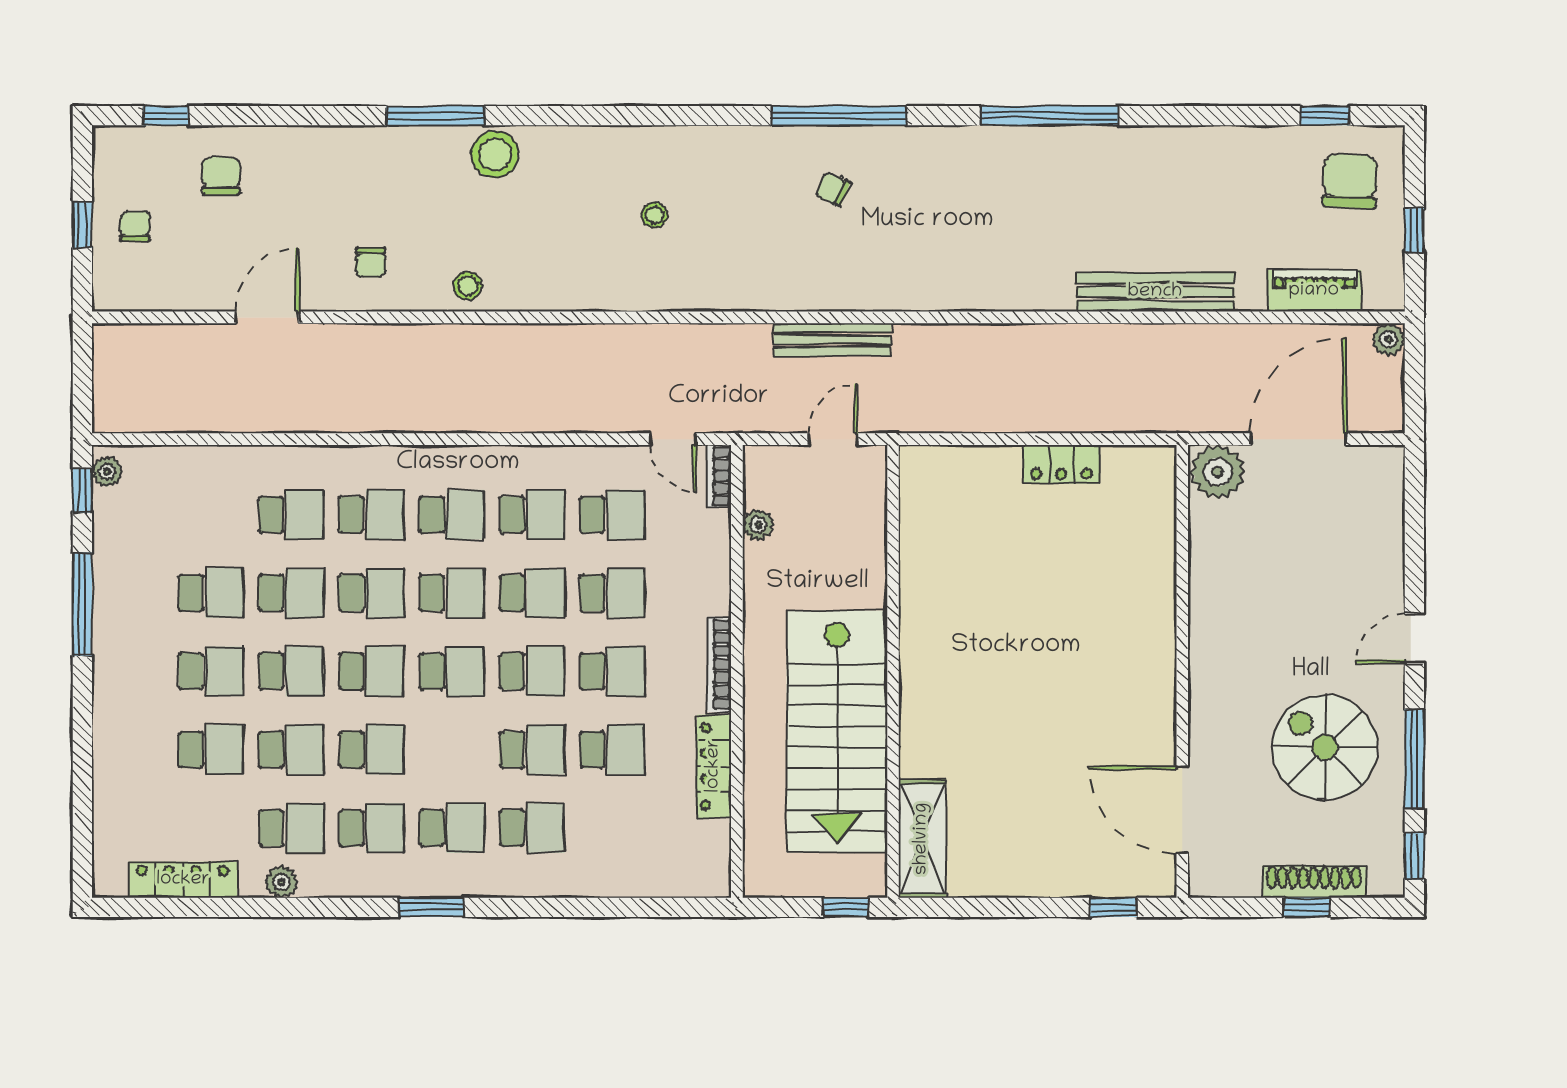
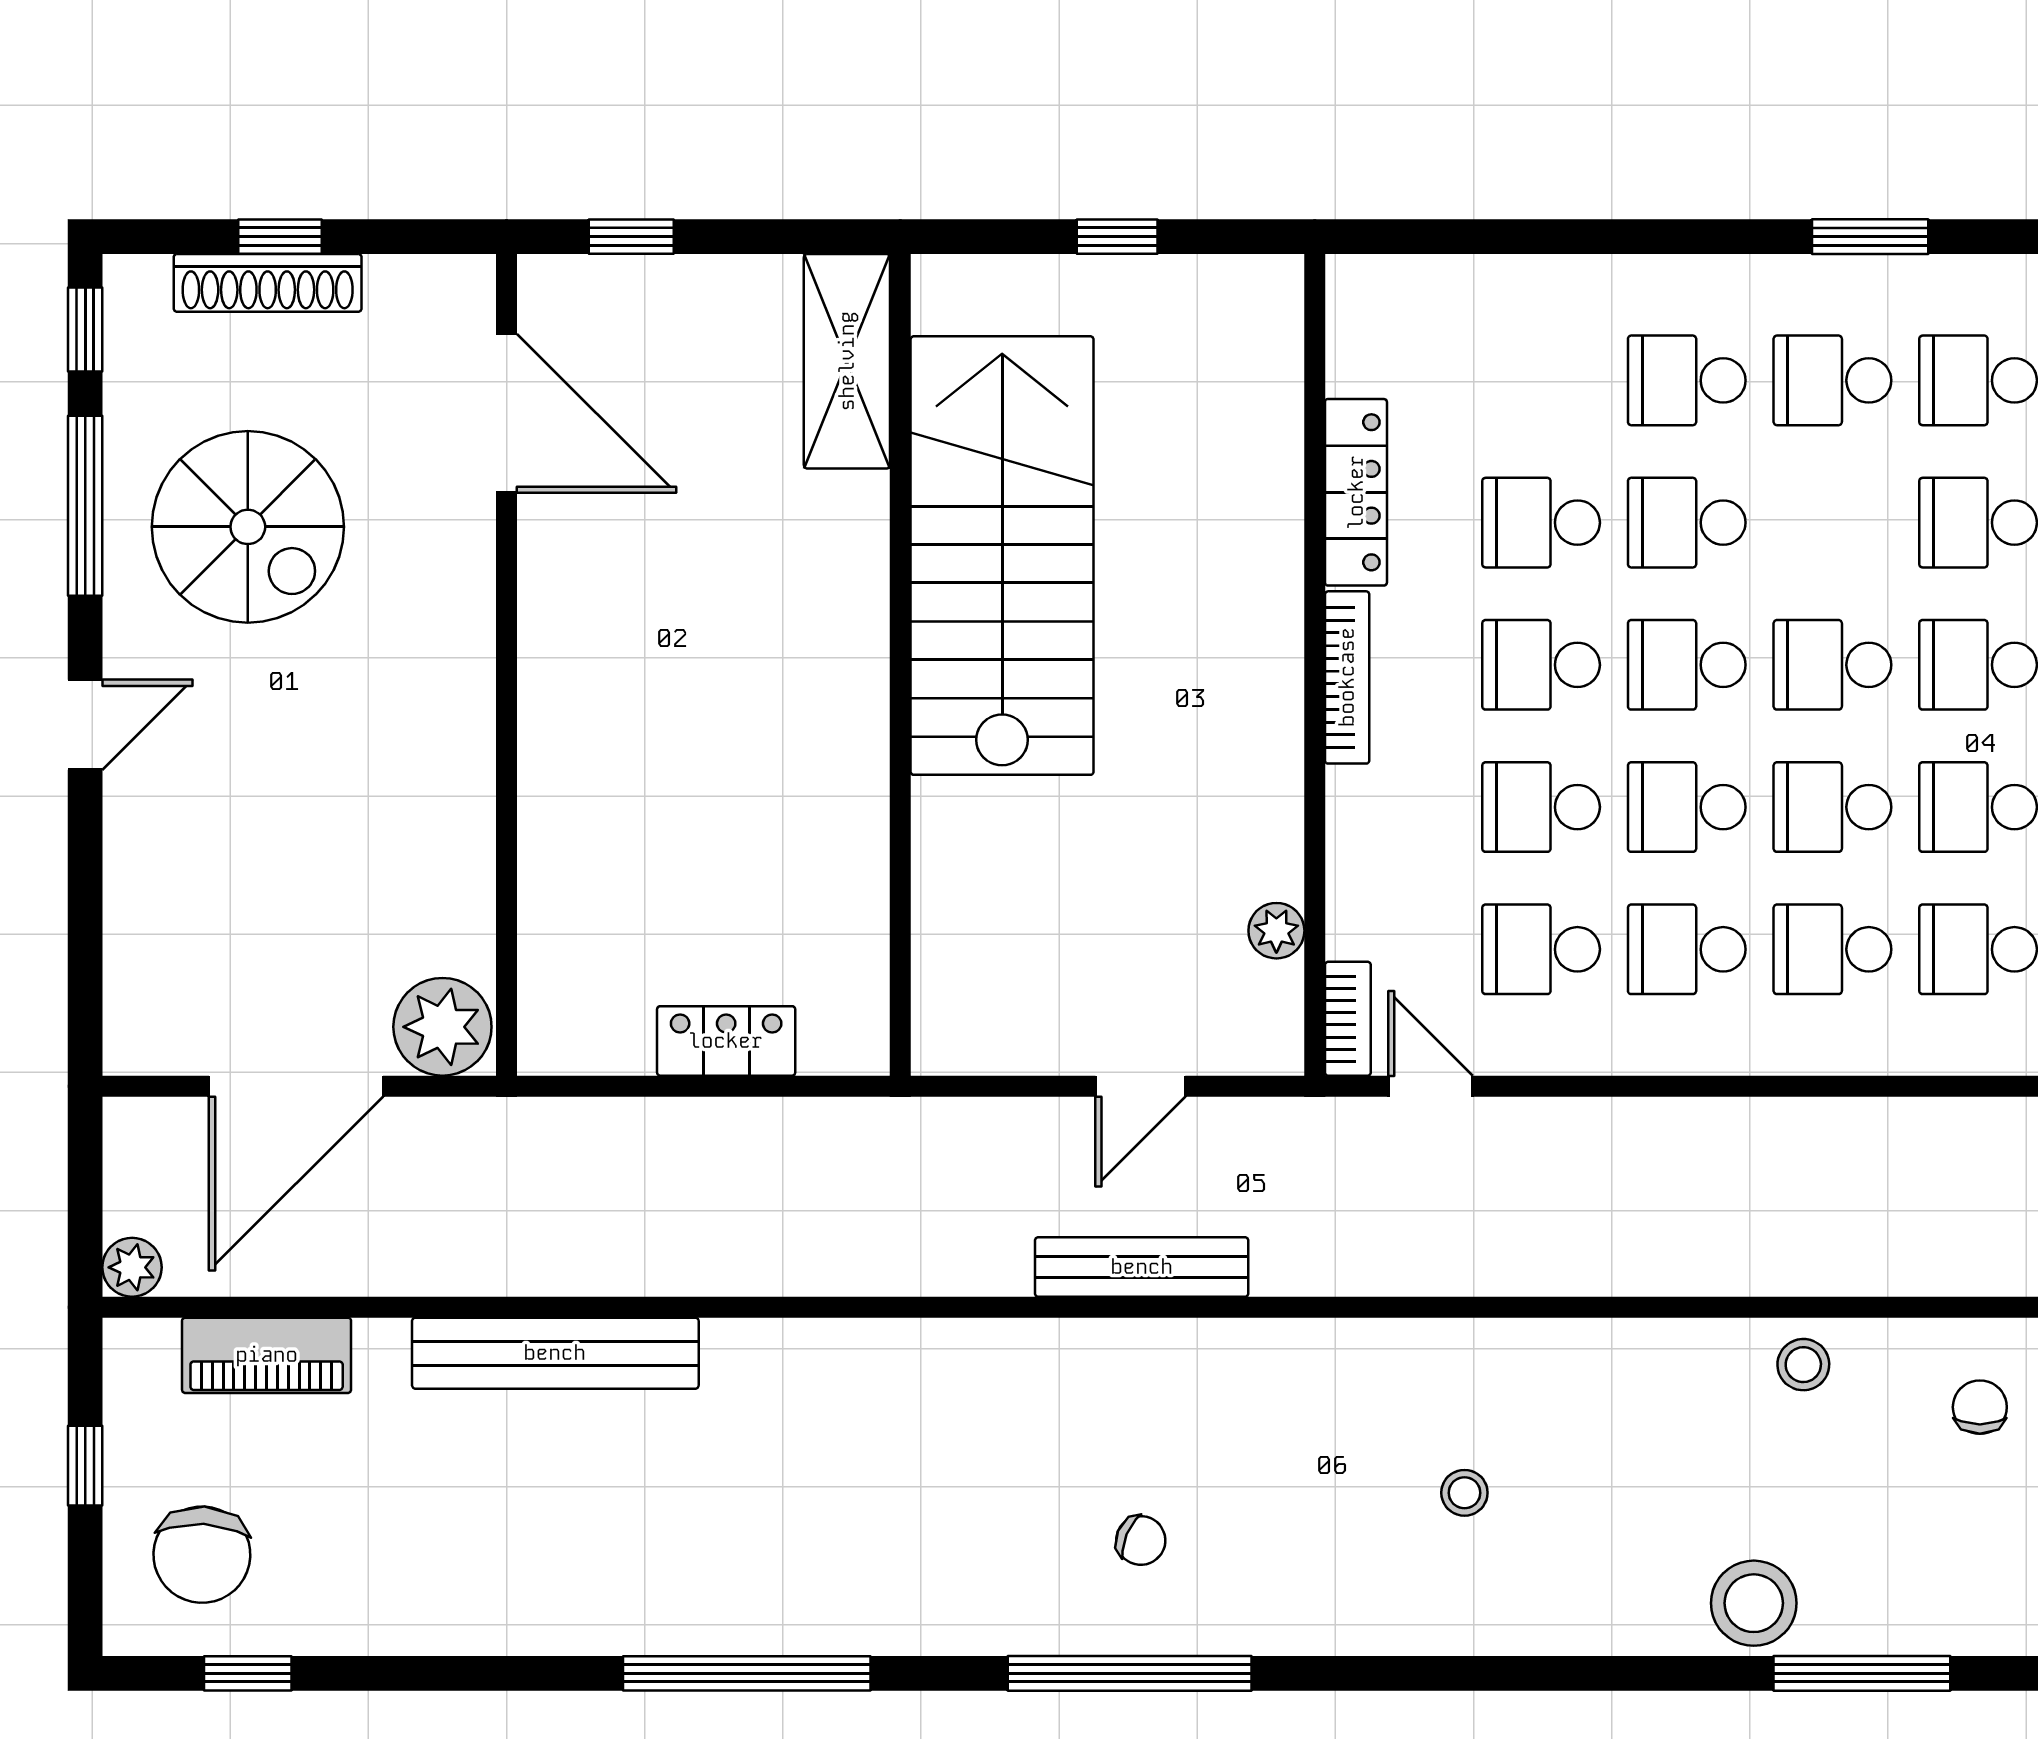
wall: (893, 671) -> (900, 665), moved
stairs: (837, 732) -> (1002, 556), moved
shelving: (922, 839) -> (847, 361), moved

